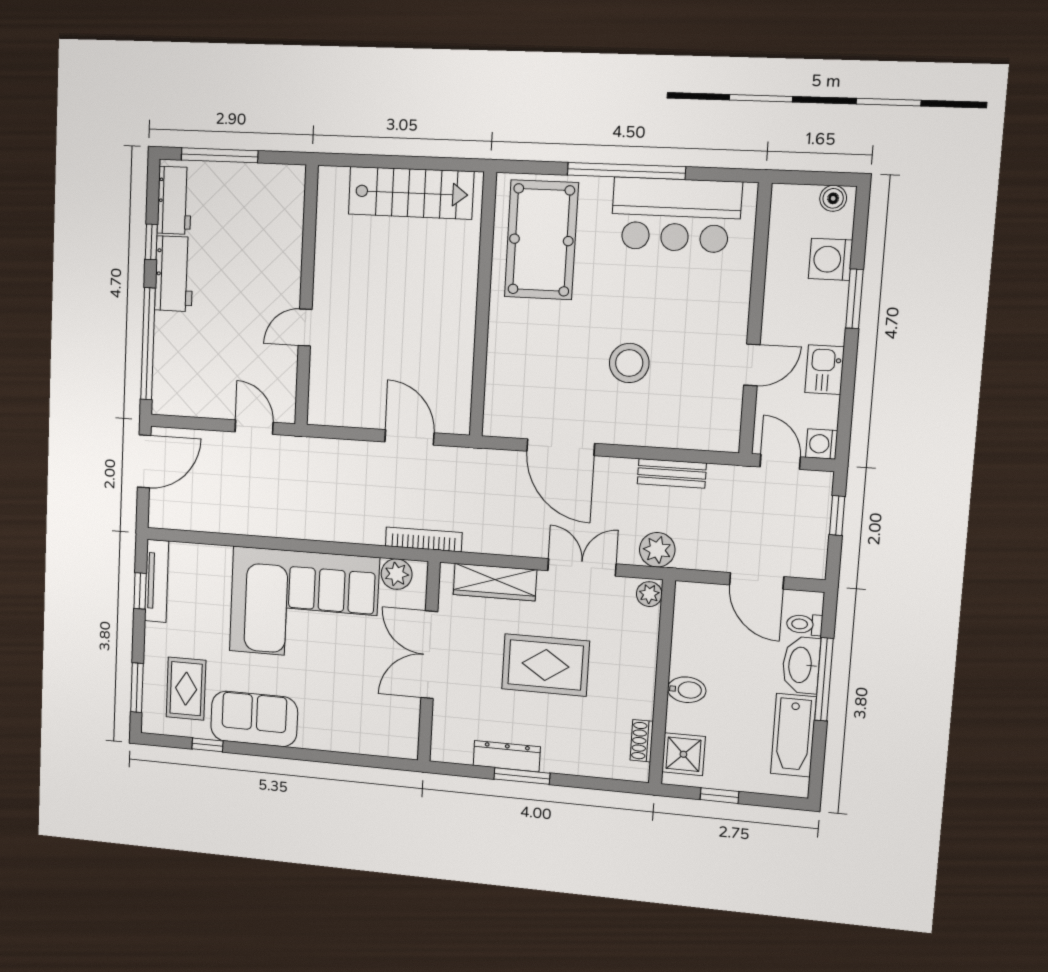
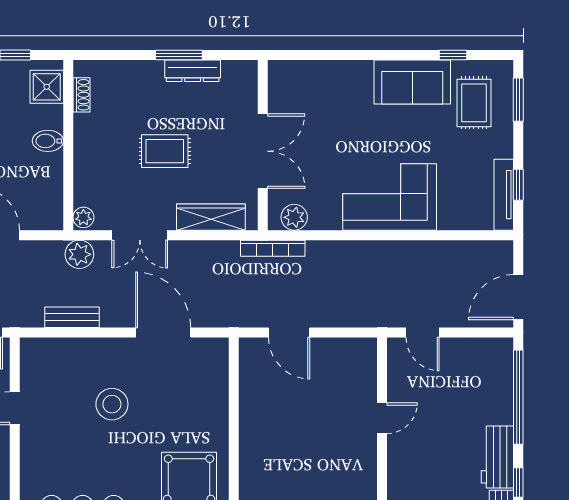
corner sofa: (304, 604) -> (390, 197), width x0.73, depth x0.74
rug: (545, 665) -> (165, 151), width x0.73, depth x0.70

